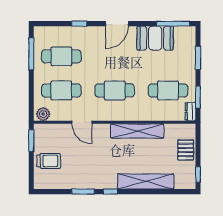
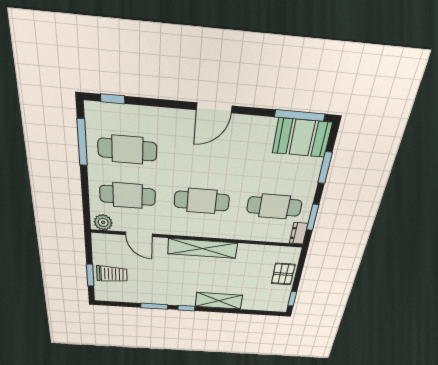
window: (79, 24) -> (113, 99), moved
booth: (155, 38) -> (302, 138), moved
door: (82, 122) -> (139, 234), moved
shelving: (137, 131) -> (202, 248), moved
window: (31, 141) -> (90, 275), moved
shelving: (146, 182) -> (219, 301), width x0.68

